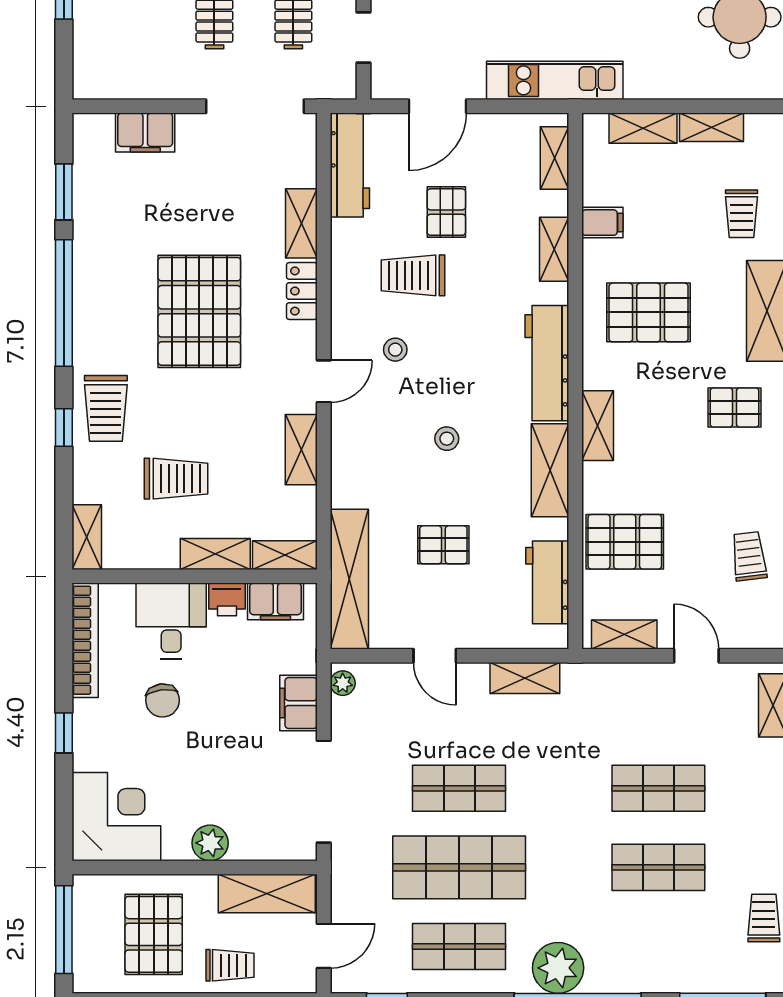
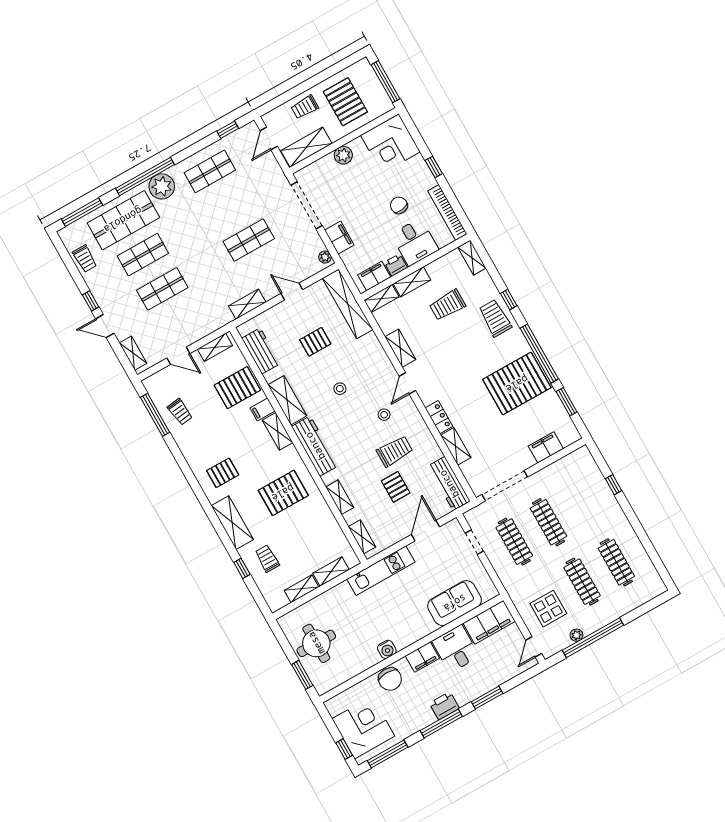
filing cabinet: (602, 223) -> (263, 409), moved
pallet: (199, 311) -> (517, 384), moved, turned 90
shop shelf: (459, 867) -> (123, 220), moved

